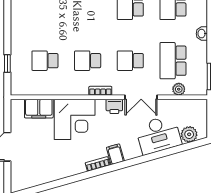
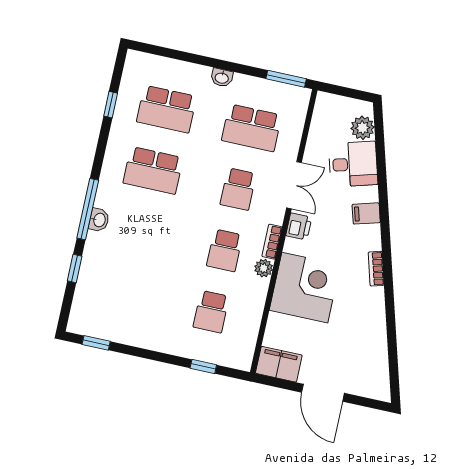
plant: (179, 89) -> (264, 268), moved
filing cabinet: (39, 109) -> (279, 364), moved, turned -90
desk: (158, 135) -> (353, 164), width x0.73
filing cabinet: (115, 154) -> (366, 213), moved

